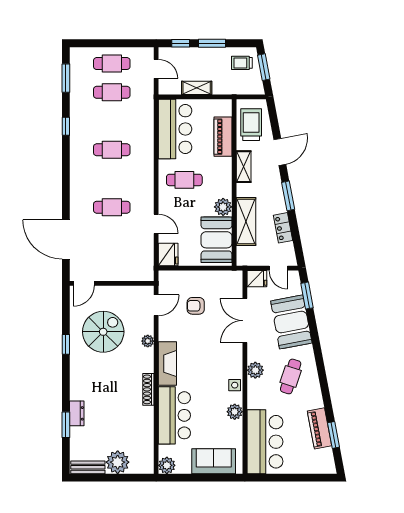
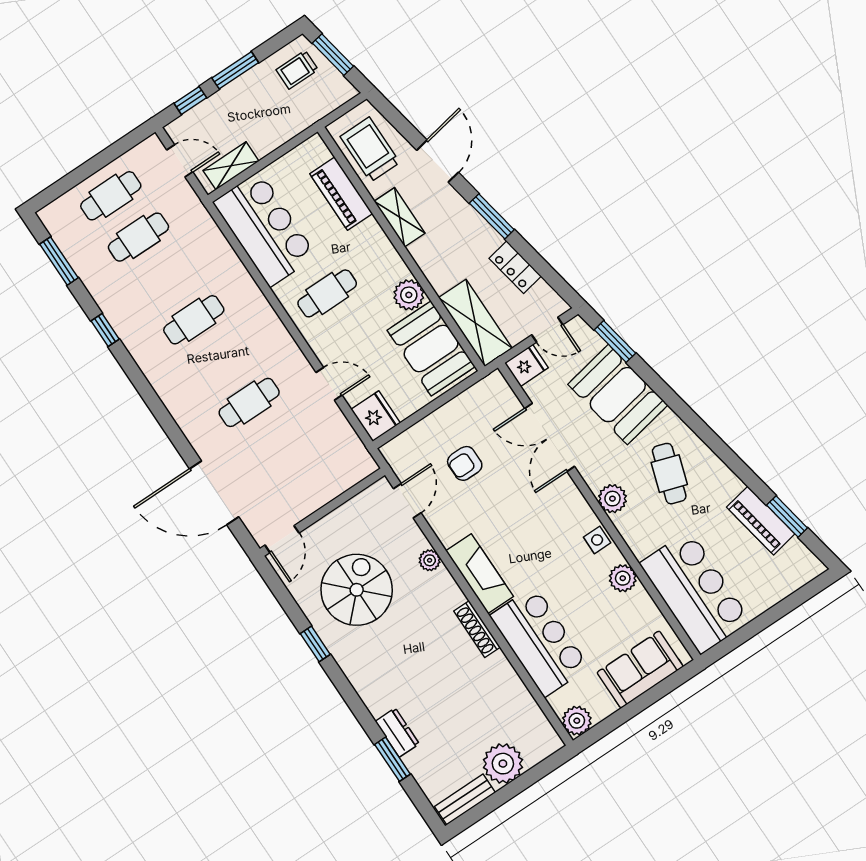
shelving: (197, 88) -> (231, 166), moved
shelving: (246, 222) -> (475, 323), moved

